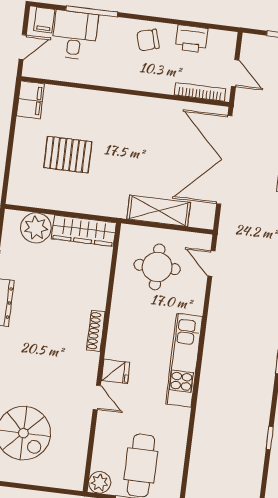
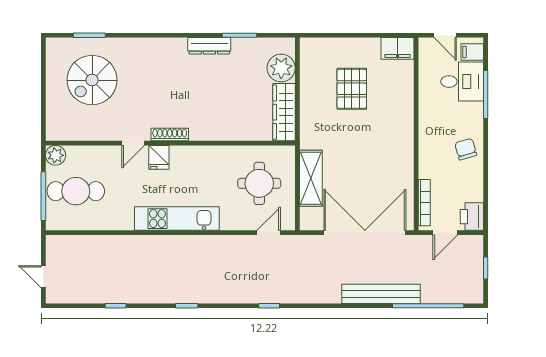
printer: (192, 39) -> (472, 217), moved
shoe rack: (96, 331) -> (170, 135), moved

